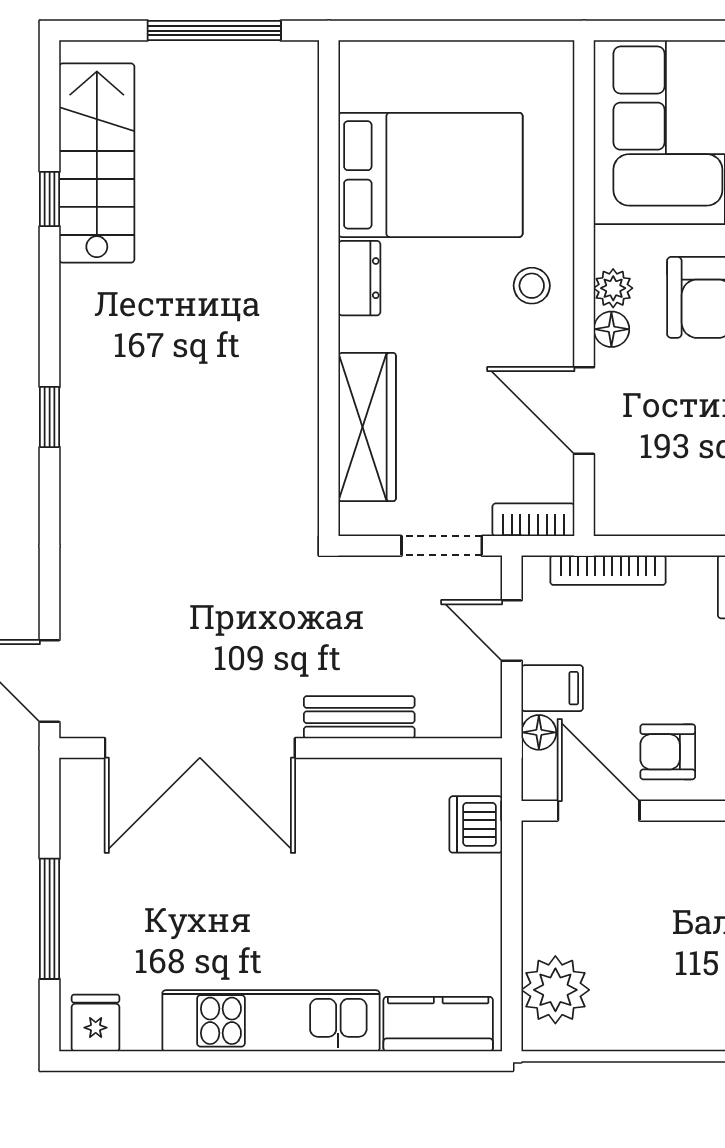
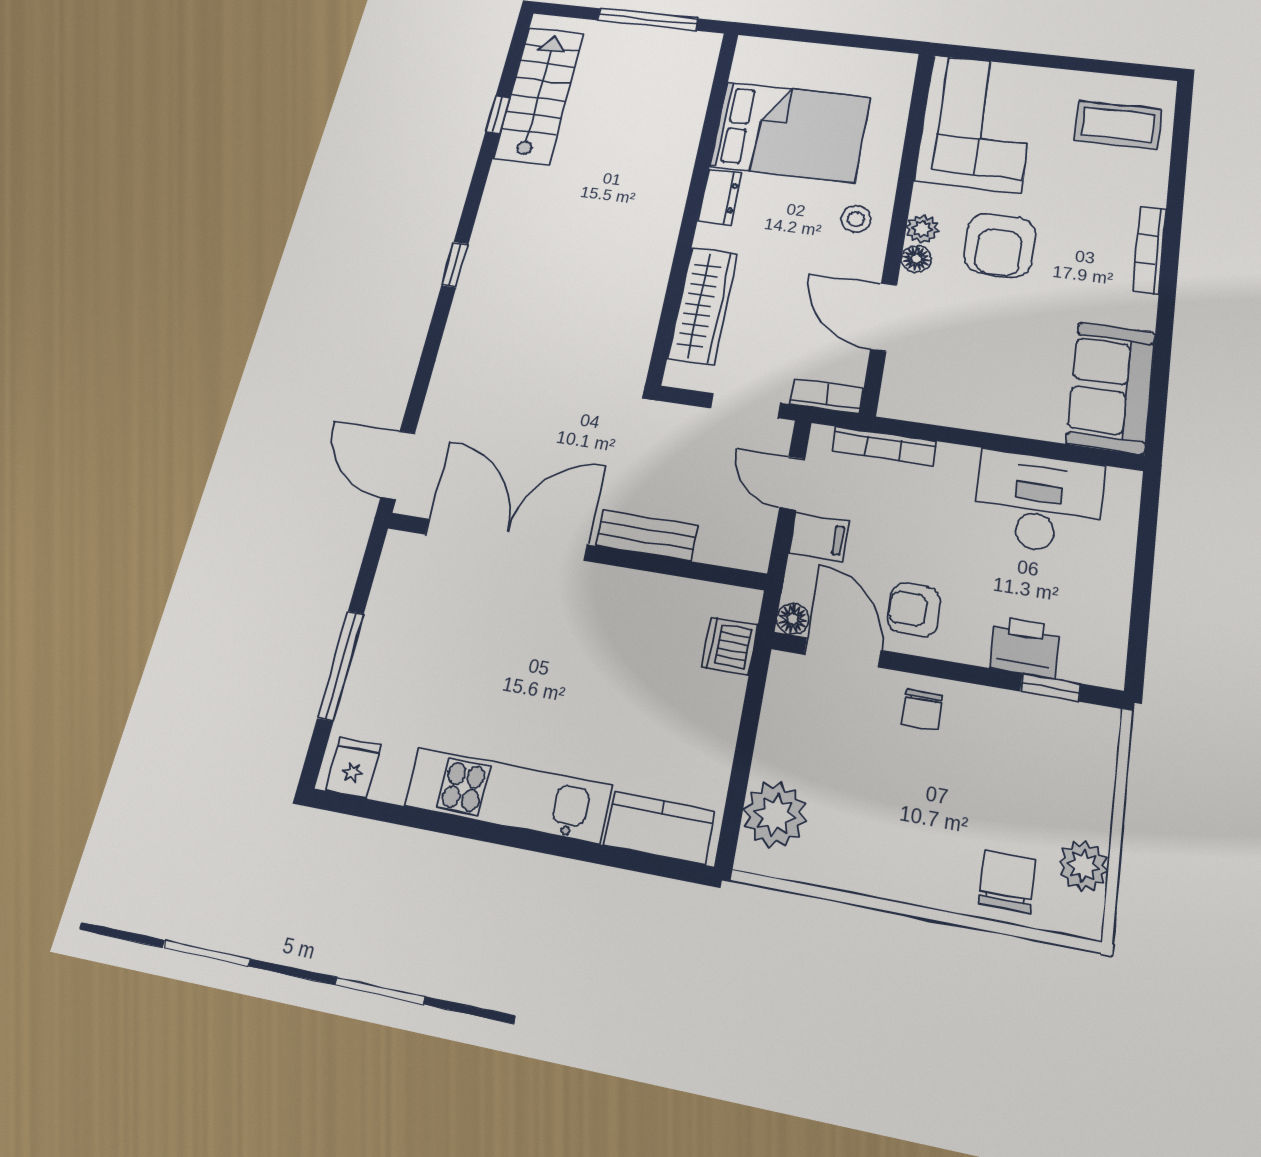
floor lamp: (539, 732) -> (793, 619), moved
double door: (200, 748) -> (506, 540), swing flipped
chair: (691, 857) -> (922, 710), added

